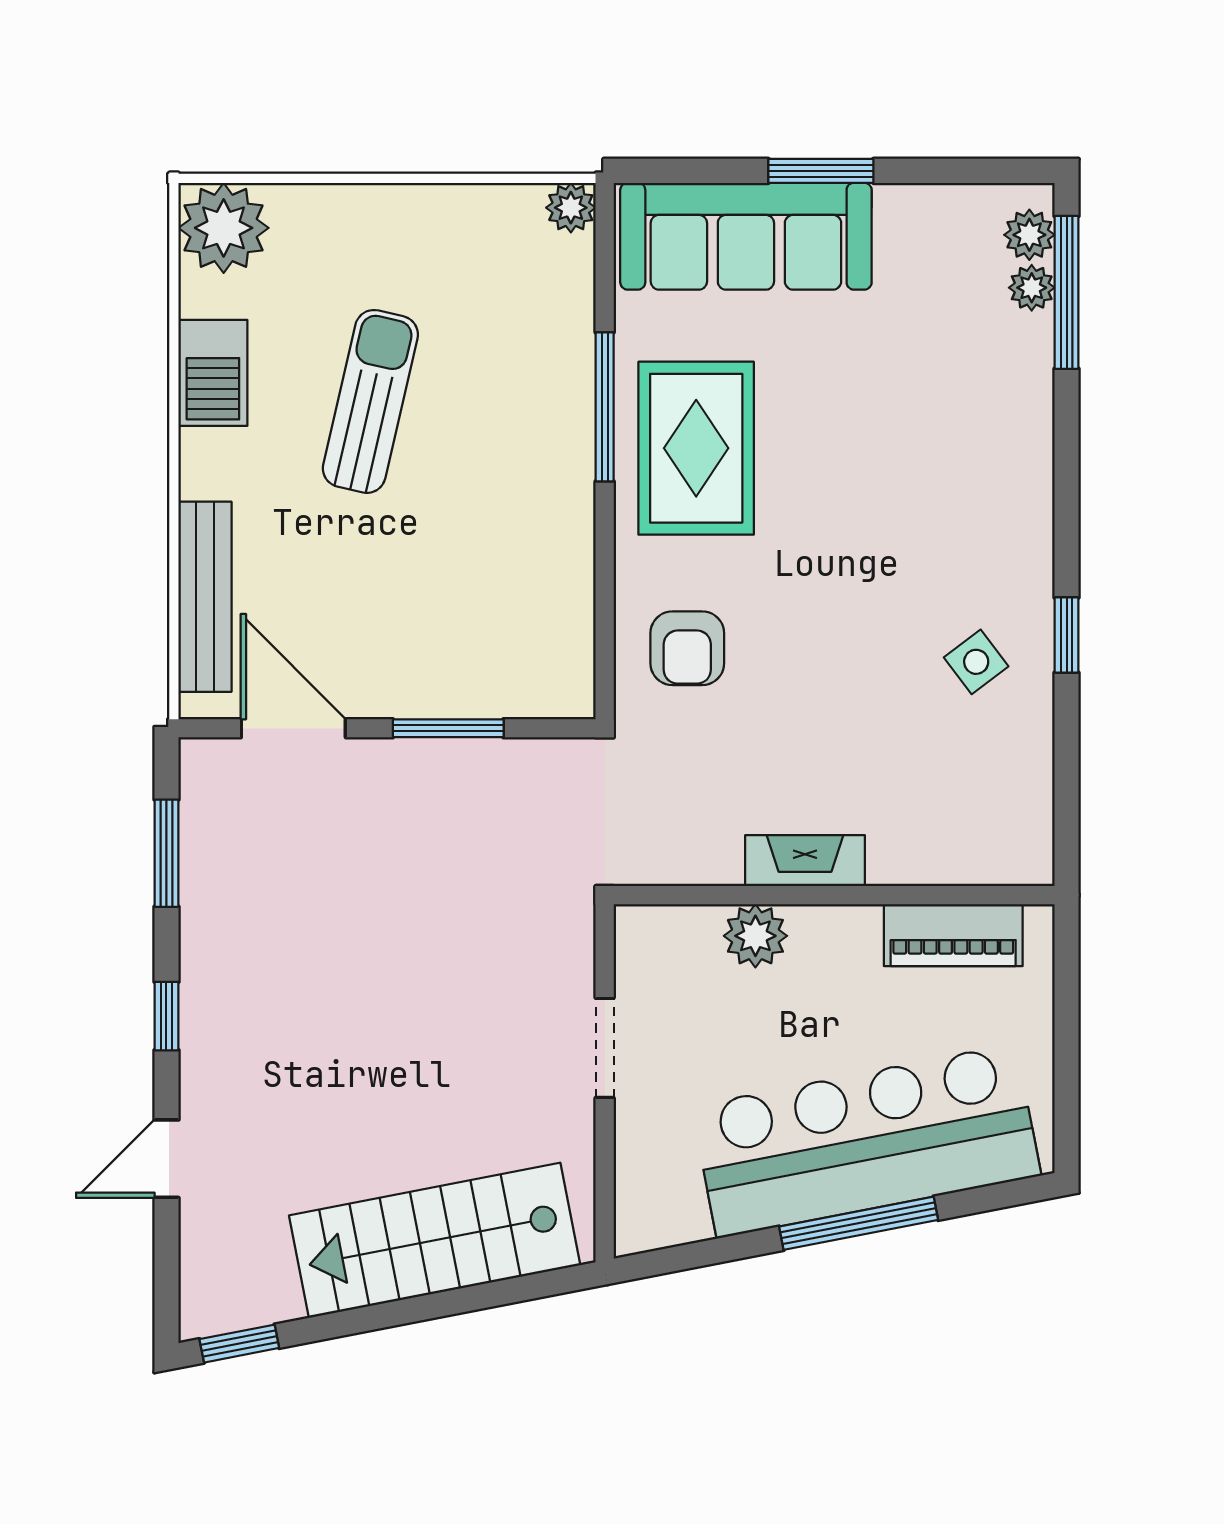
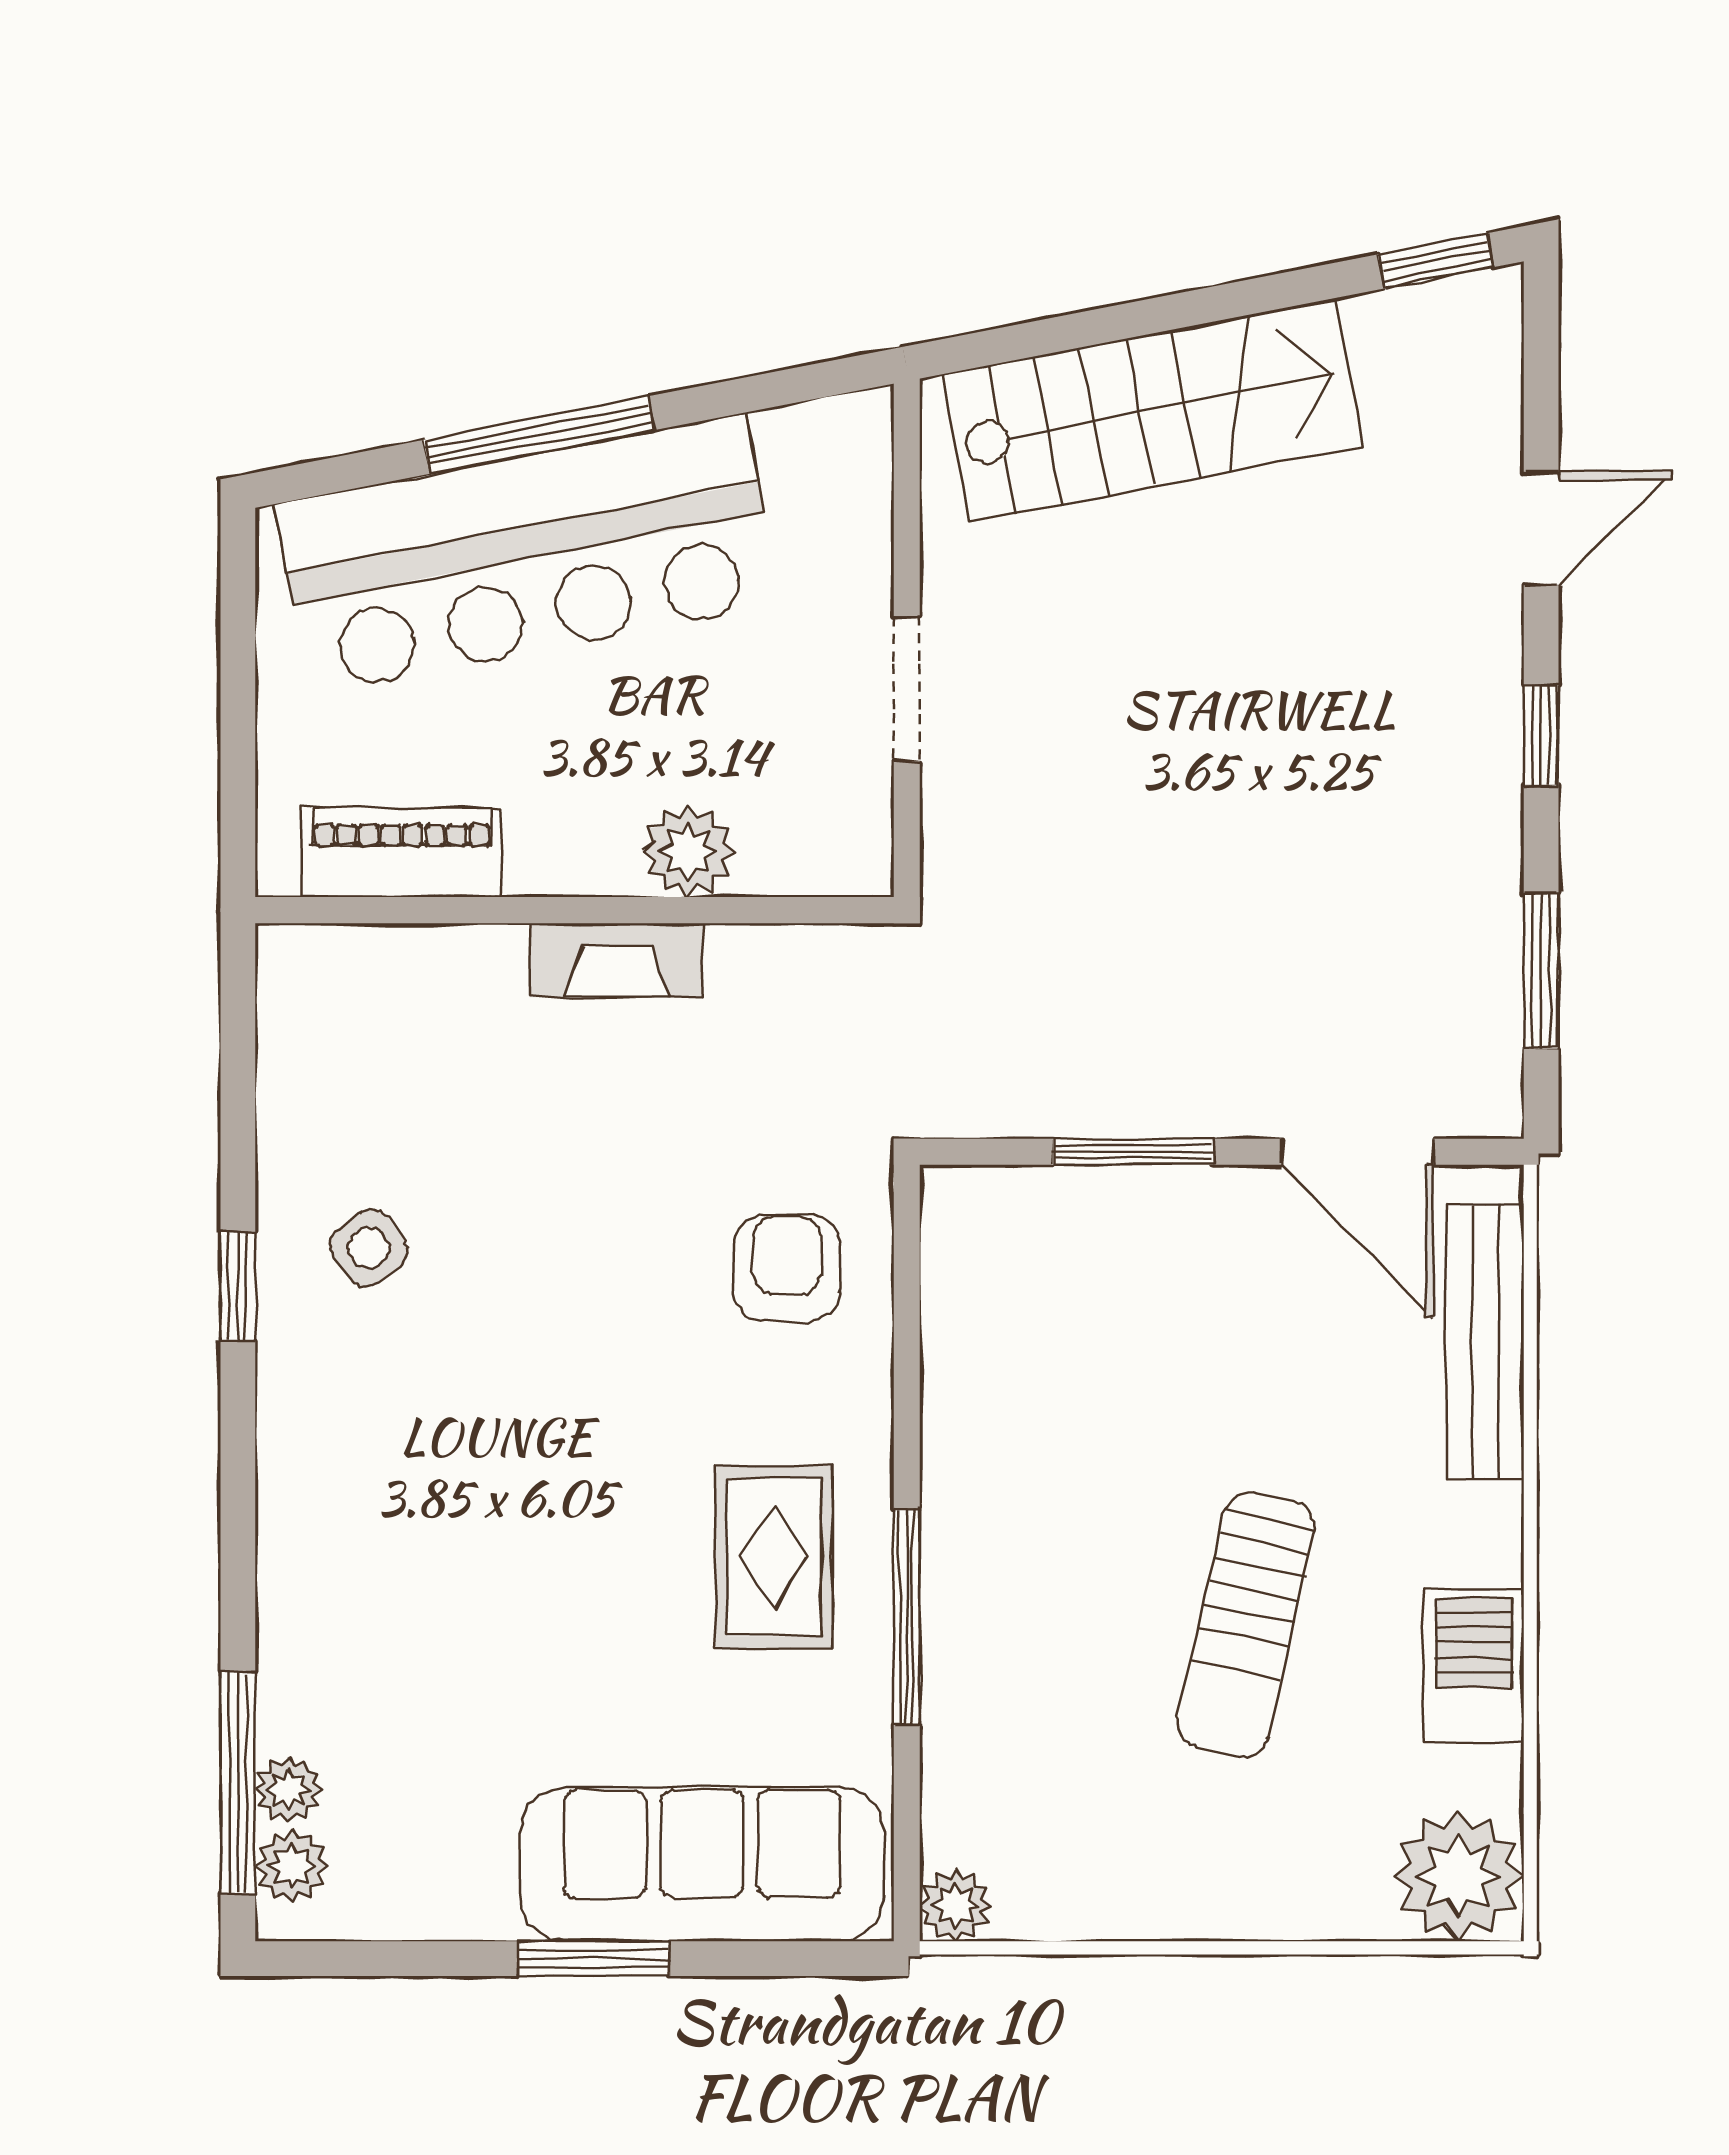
rug: (696, 448) -> (774, 1557), width x0.73, depth x0.70

